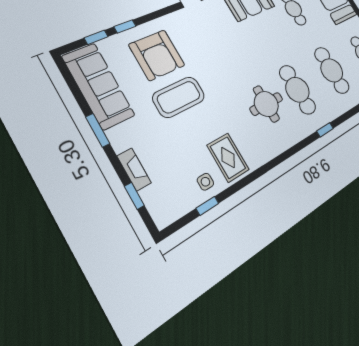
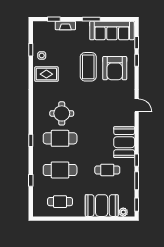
armchair: (157, 55) -> (115, 68), turned -90

